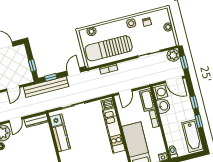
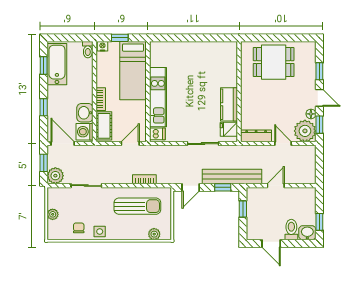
sun lounger: (109, 48) -> (137, 206), width x0.73, depth x0.75
door: (15, 120) -> (283, 144), hinge flipped
window: (199, 121) -> (44, 65), moved

